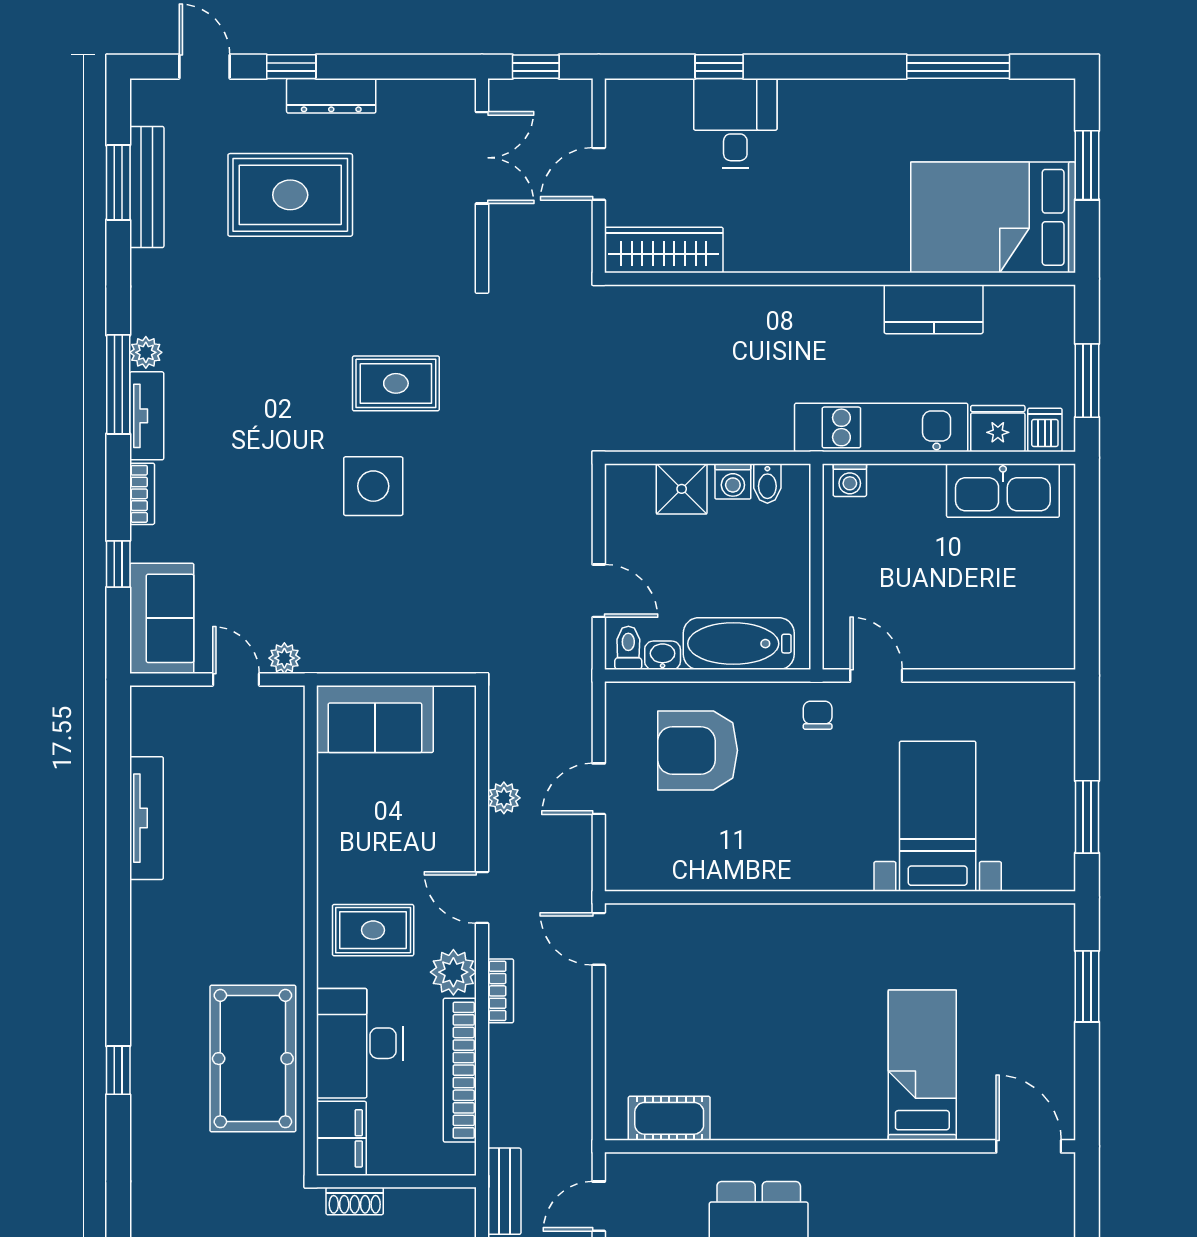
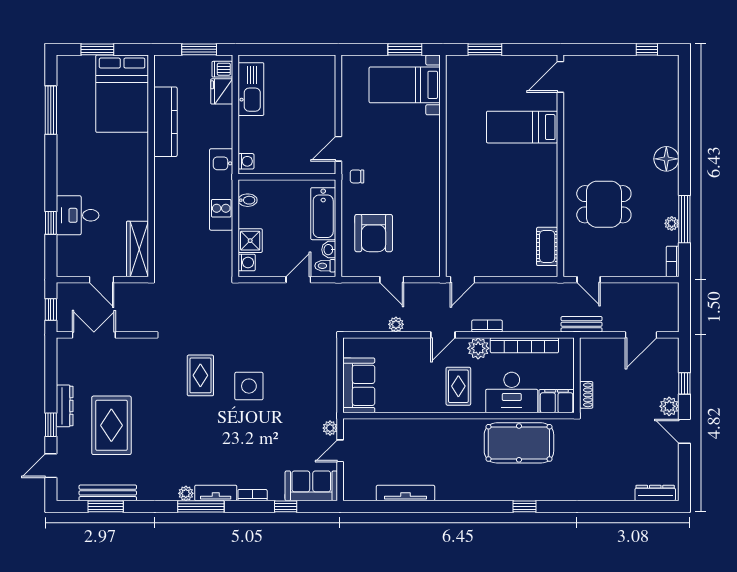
kitchen counter: (934, 309) -> (165, 122), width x1.50
kitchen unit: (881, 427) -> (221, 189), moved
washing machine: (733, 481) -> (247, 262), moved
bed with nightstands: (938, 816) -> (405, 85), moved

